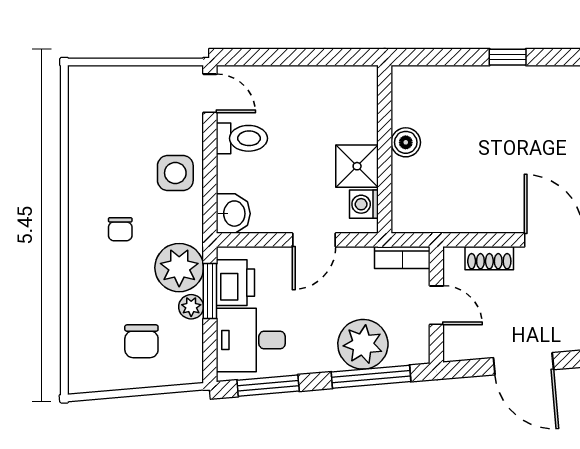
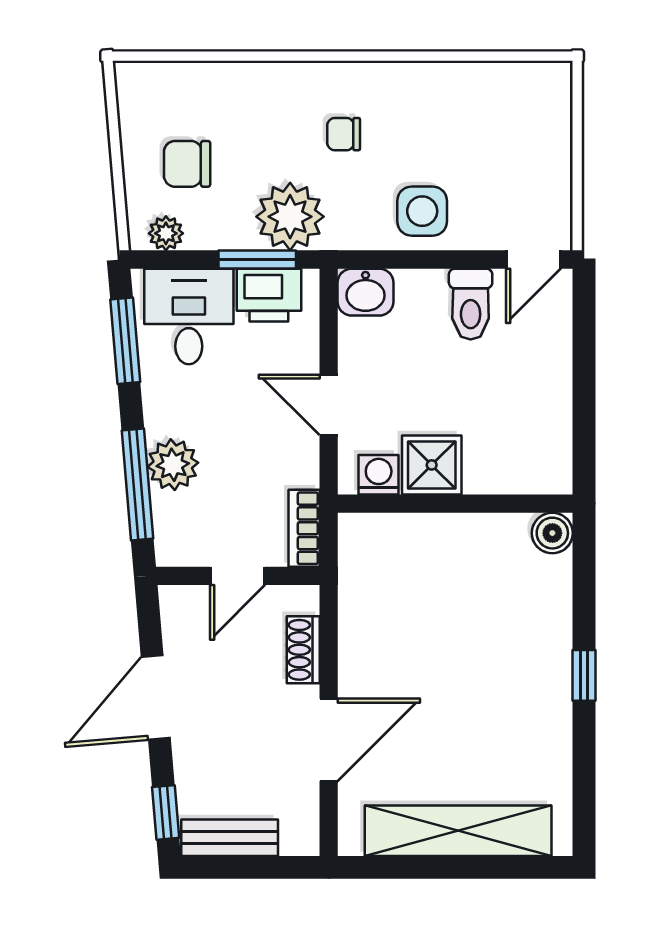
boiler: (406, 142) -> (552, 533), moved
plant: (191, 307) -> (166, 233), moved
plant: (363, 344) -> (173, 465), width x0.73, depth x0.73

